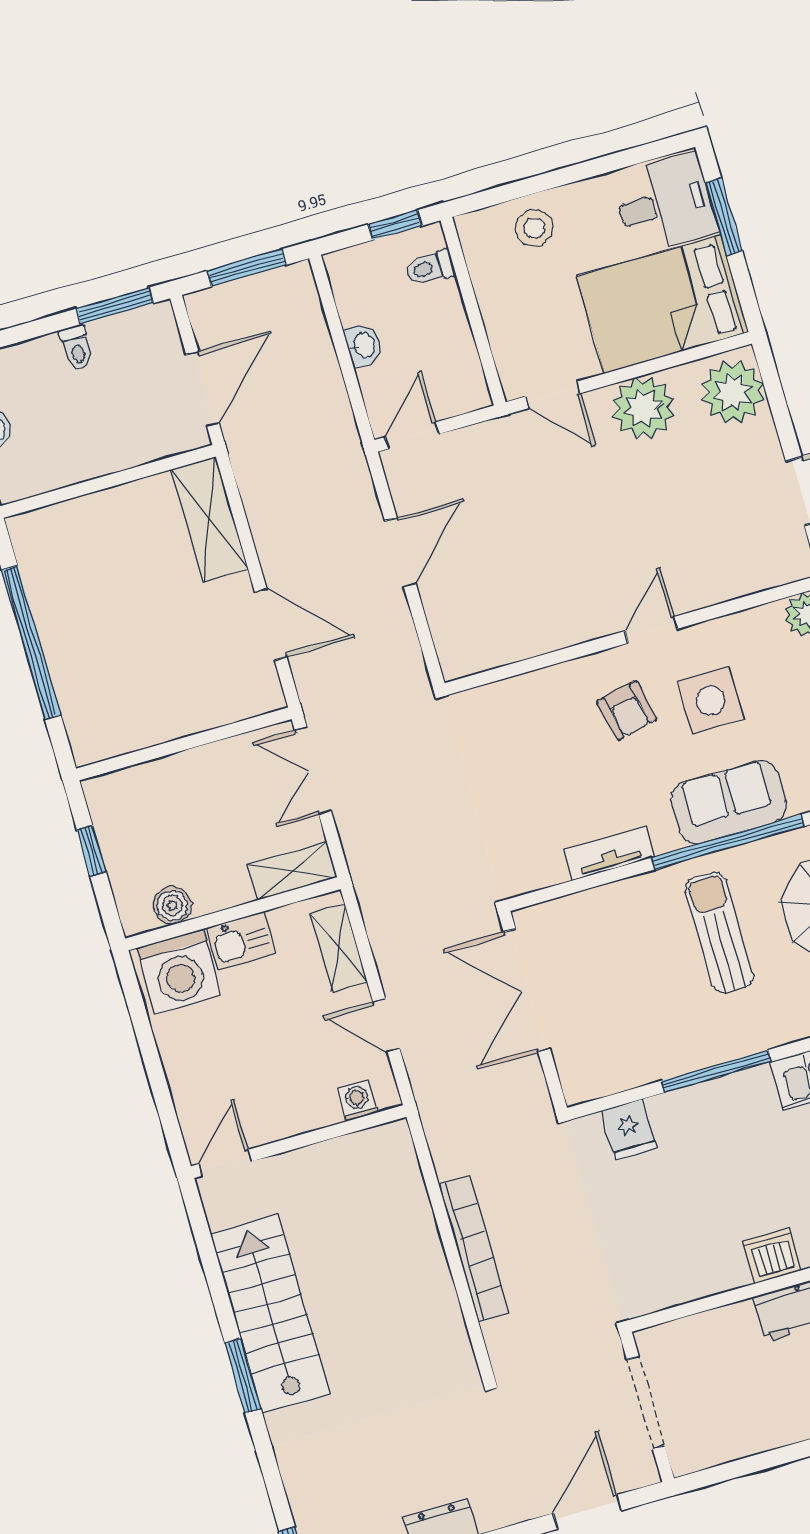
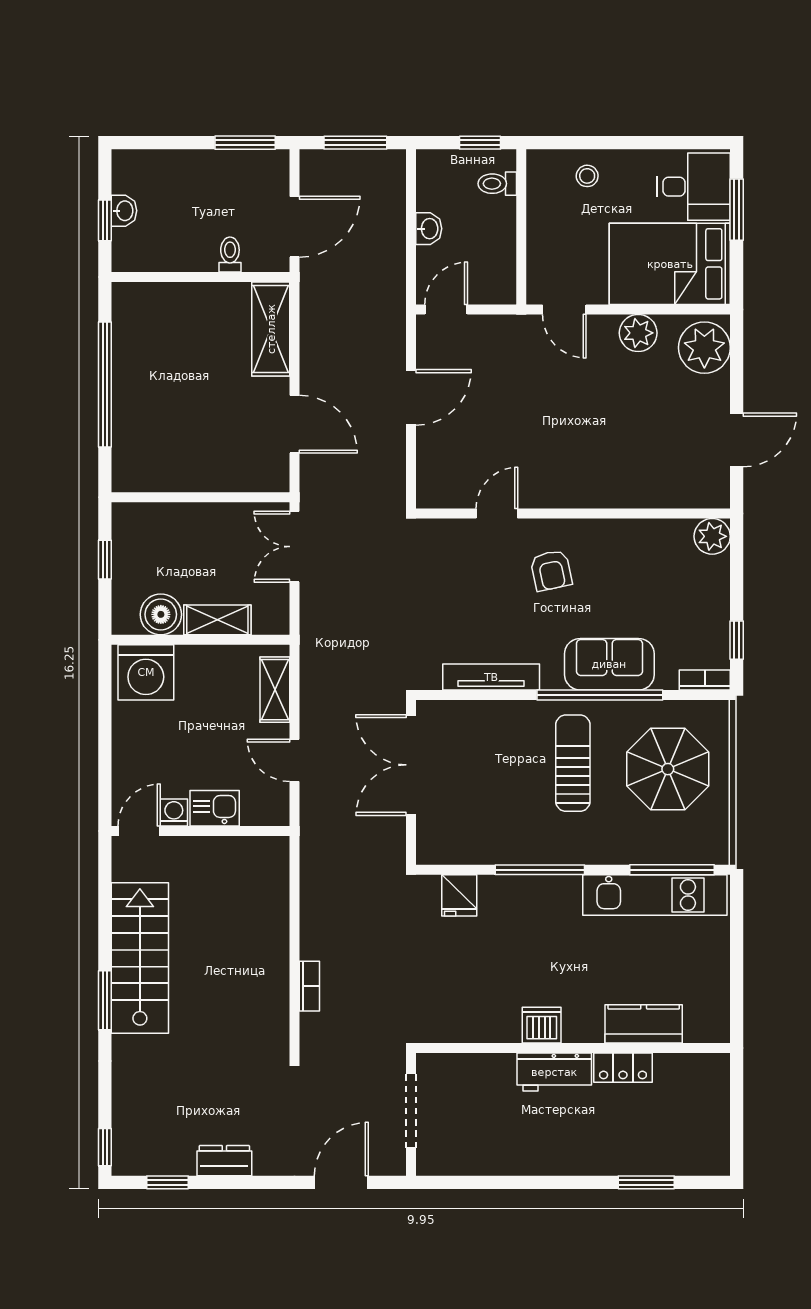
stool: (534, 228) -> (587, 176), width x0.73, depth x0.73
toilet: (77, 348) -> (230, 255), moved, turned 180
plant: (643, 408) -> (638, 333), width x0.73, depth x0.73
door: (651, 630) -> (497, 514), moved
side table: (711, 700) -> (618, 581), removed
tv unit: (609, 853) -> (491, 677), width x1.41
shelving: (292, 871) -> (217, 620), moved
boiler: (172, 906) -> (161, 614), width x1.36, depth x1.36
kitchen sink: (241, 941) -> (215, 808), moved, turned 180
washing machine: (358, 1101) -> (174, 813), moved
bookcase: (474, 1249) -> (309, 986), width x0.43, depth x0.76

